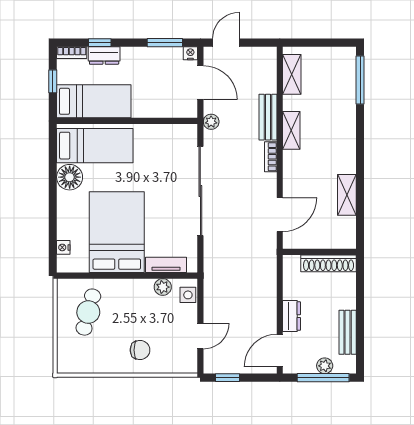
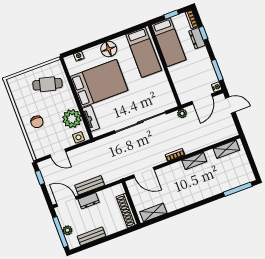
bench: (268, 117) -> (90, 185), moved
floor lamp: (70, 177) -> (109, 49), moved
shelving: (347, 195) -> (153, 212), moved
plant: (163, 287) -> (72, 119), width x1.88, depth x1.88

